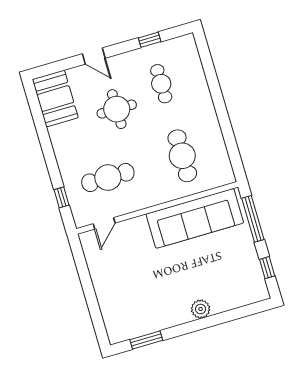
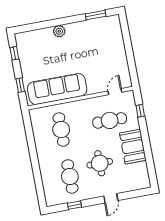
door: (94, 56) -> (111, 198), swing flipped
cafe table: (161, 84) -> (70, 176), width x1.37, depth x1.35
booth: (55, 98) -> (133, 147), moved
window: (253, 219) -> (20, 85), width x0.46

